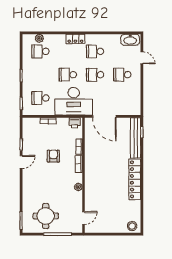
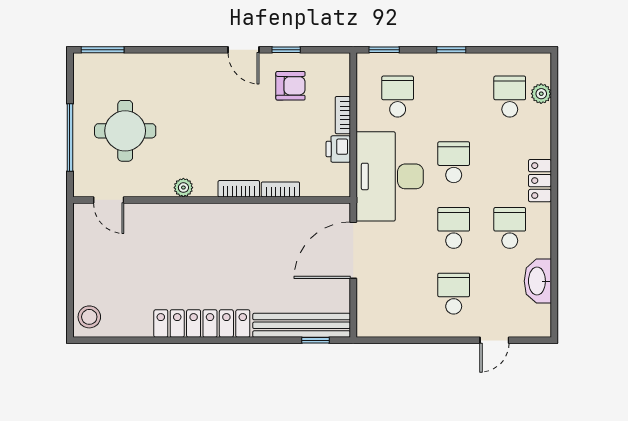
washbasin: (130, 40) -> (538, 281), moved
printer: (75, 123) -> (338, 149), moved
armchair: (53, 156) -> (290, 86), moved
round table: (46, 216) -> (125, 131), moved

